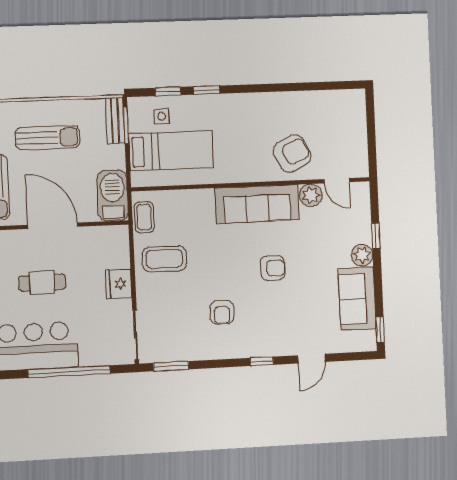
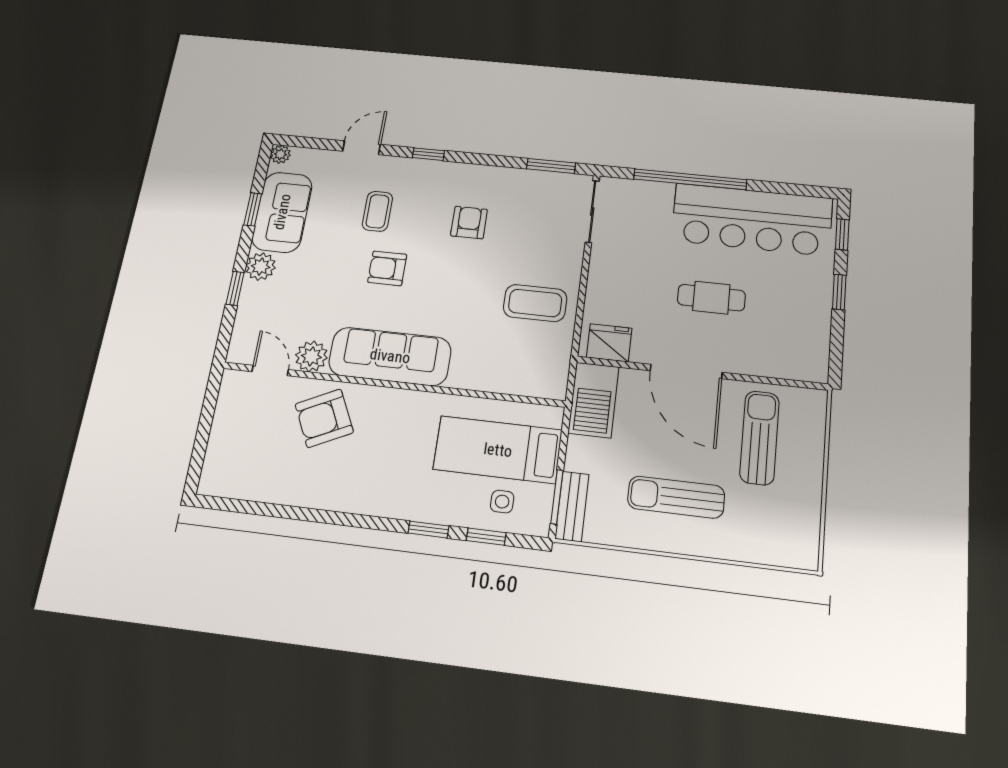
coffee table: (144, 217) -> (377, 211), moved
fridge: (119, 284) -> (609, 343), moved, turned -90
window: (380, 330) -> (253, 209), moved
plant: (369, 344) -> (280, 154), added

